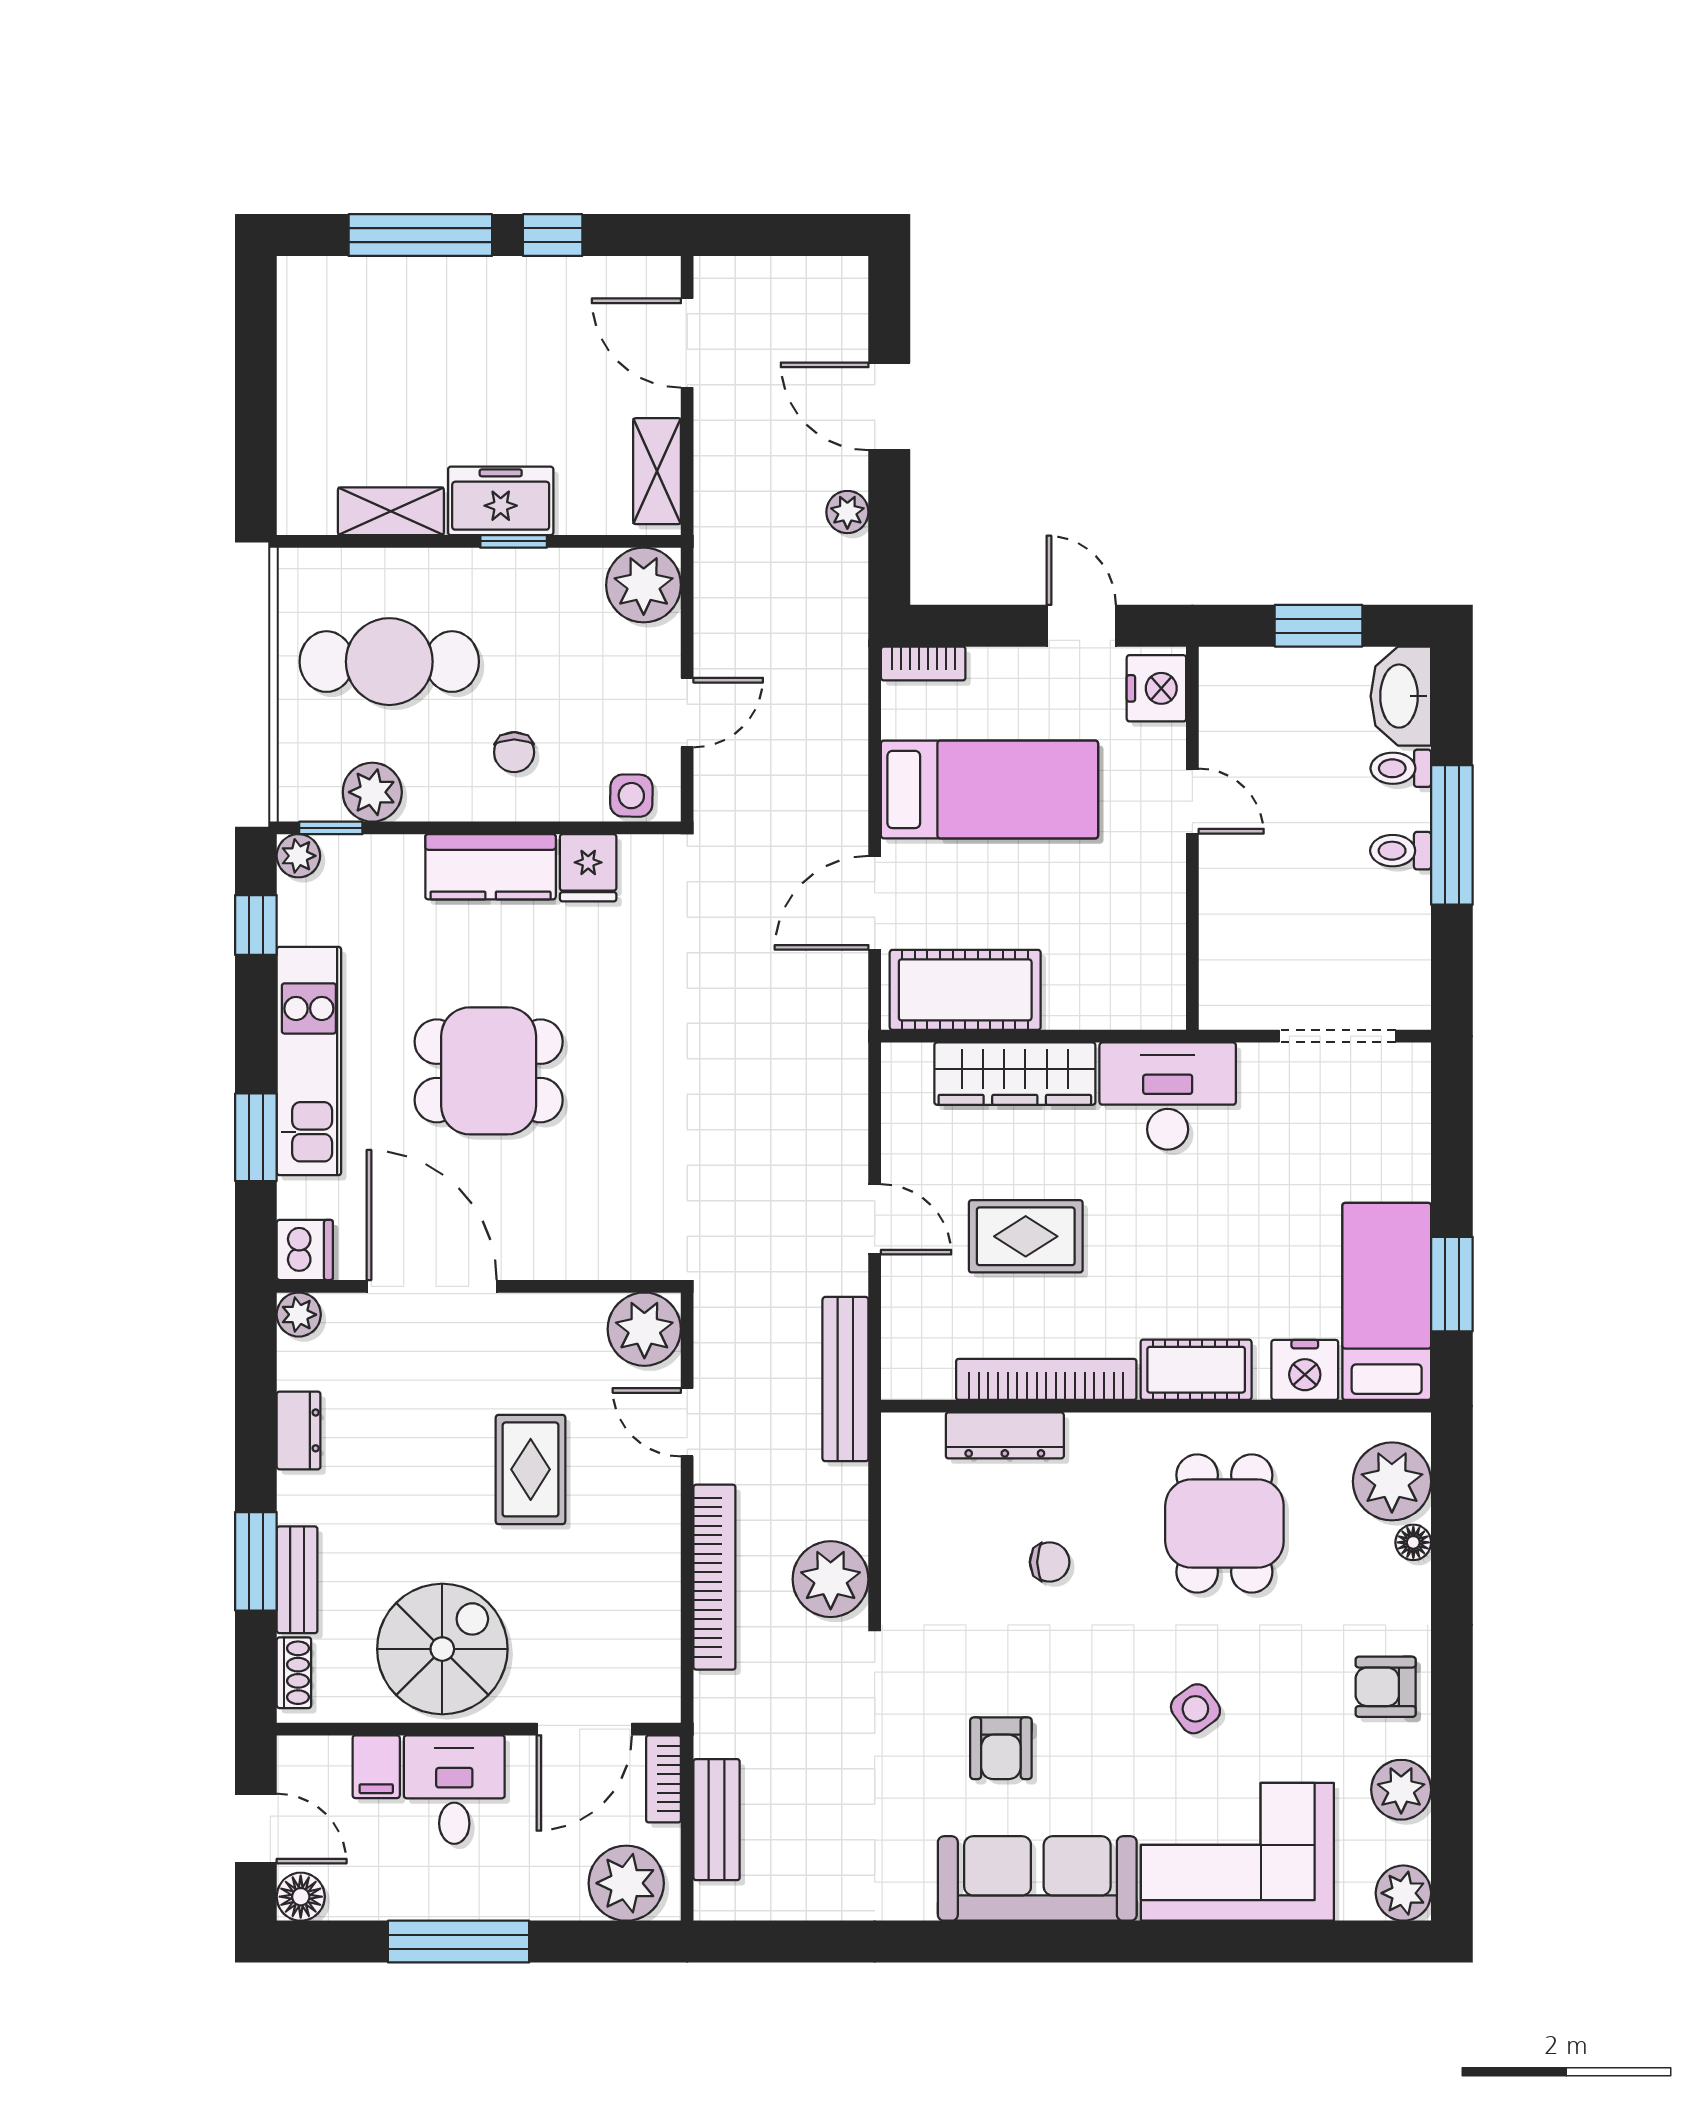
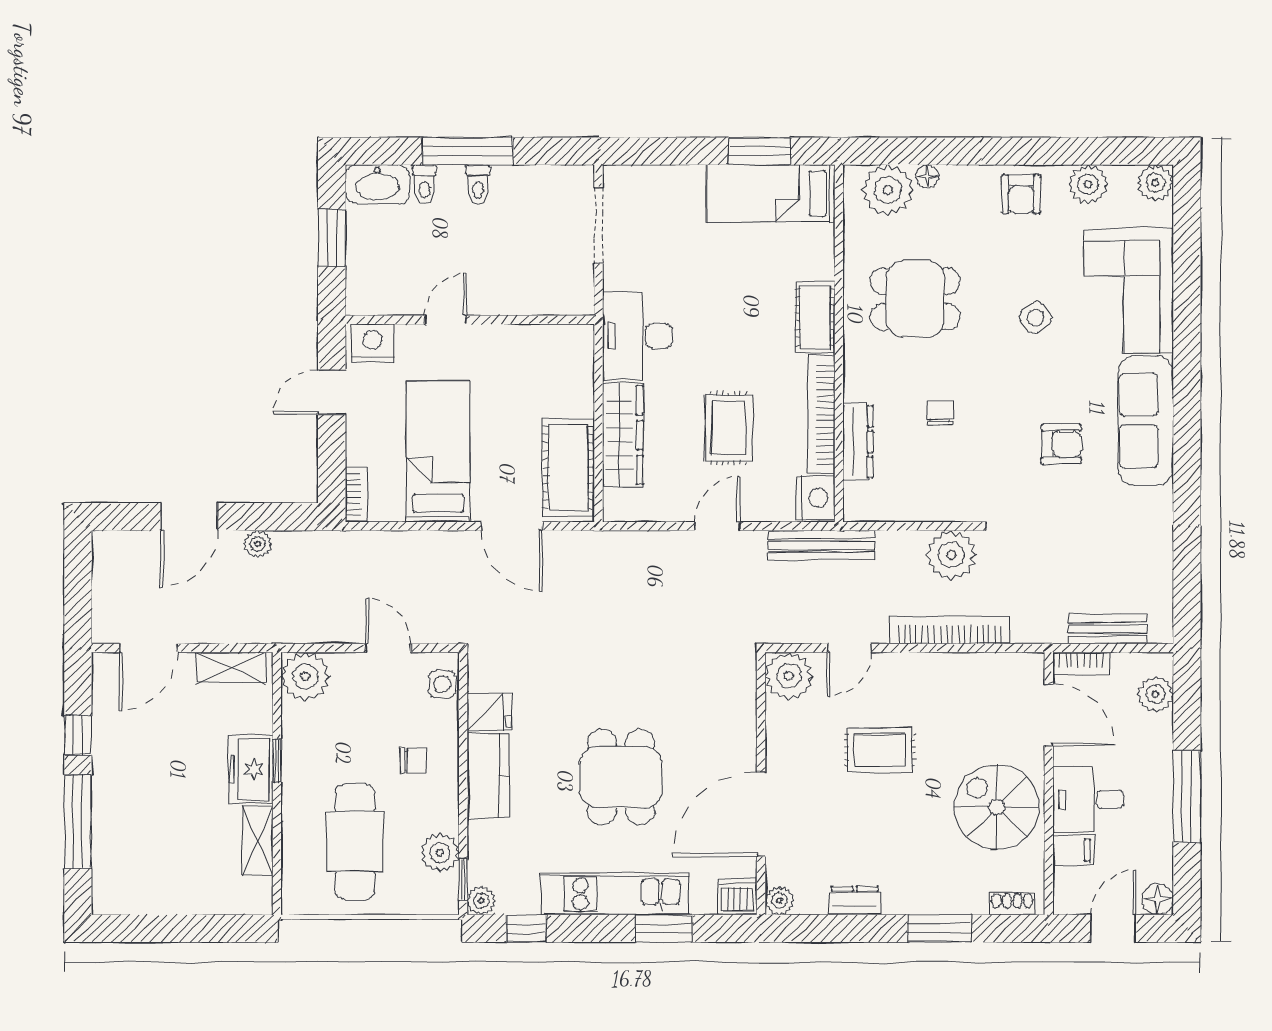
nightstand: (1305, 1370) -> (815, 498), moved
bench: (297, 1580) -> (952, 902), removed
plant: (626, 1883) -> (1155, 694), width x0.73, depth x0.73

